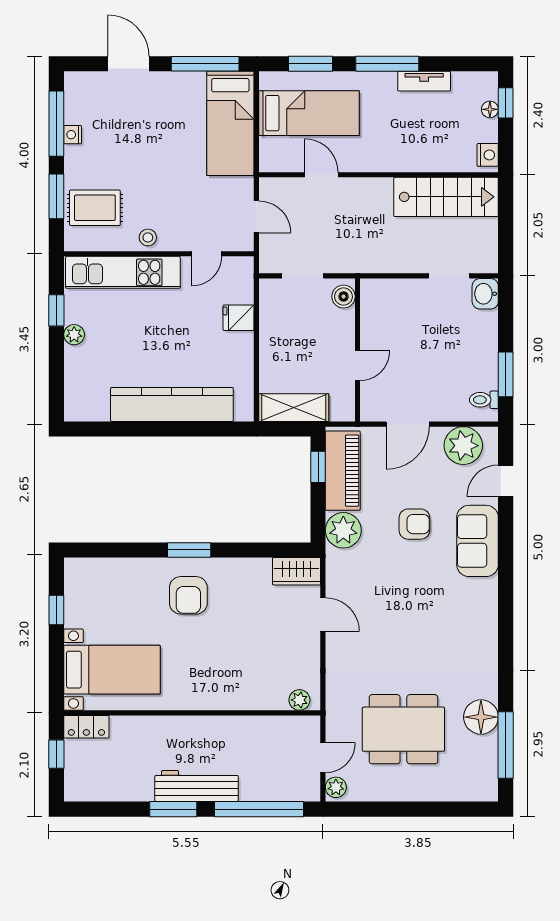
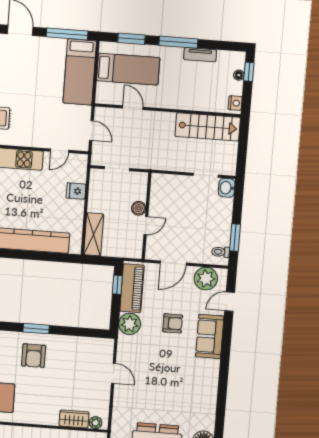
stool: (148, 237) -> (25, 138), removed
boiler: (344, 297) -> (139, 208), moved
shelving: (294, 408) -> (94, 234), moved, turned 90
wardrobe: (297, 571) -> (74, 419), moved, turned 180

